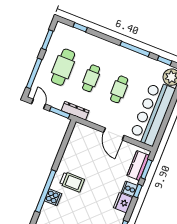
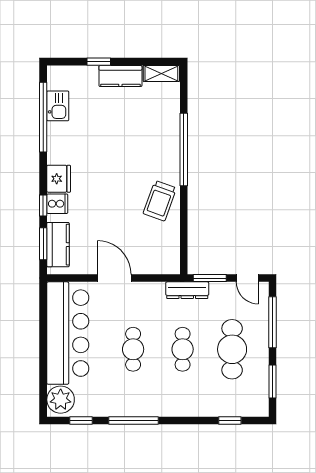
trolley: (72, 182) -> (160, 201), moved, turned -70
cooker: (53, 197) -> (169, 145), removed

